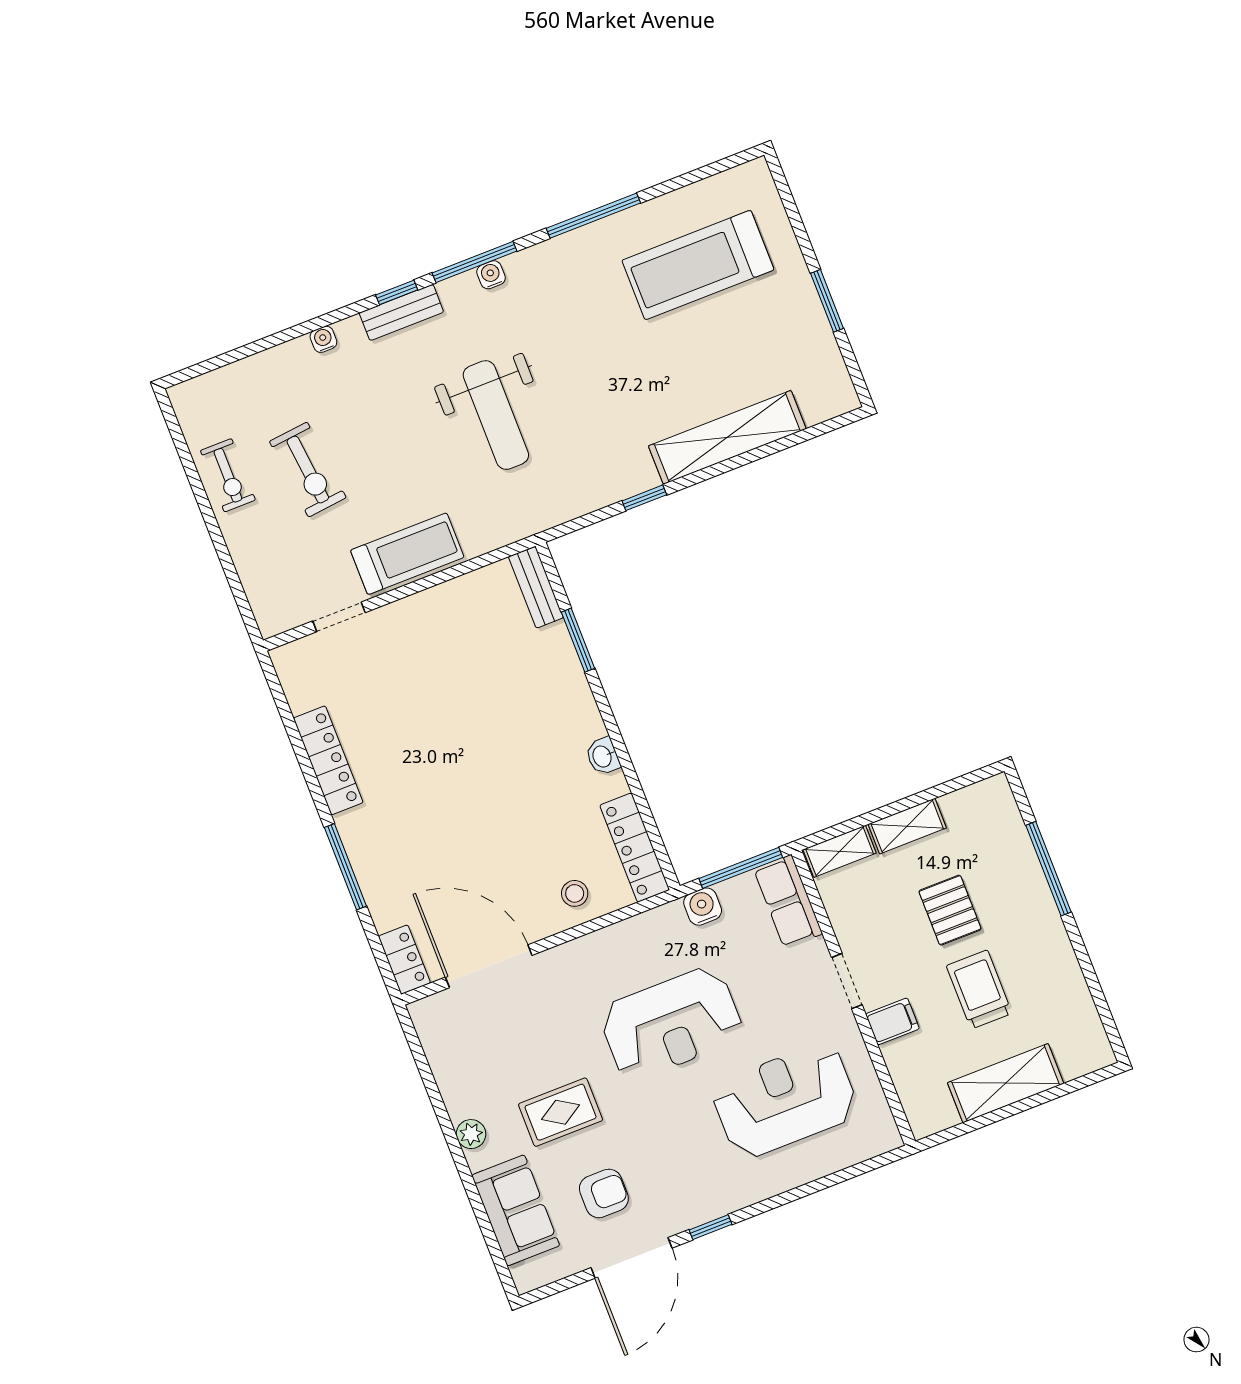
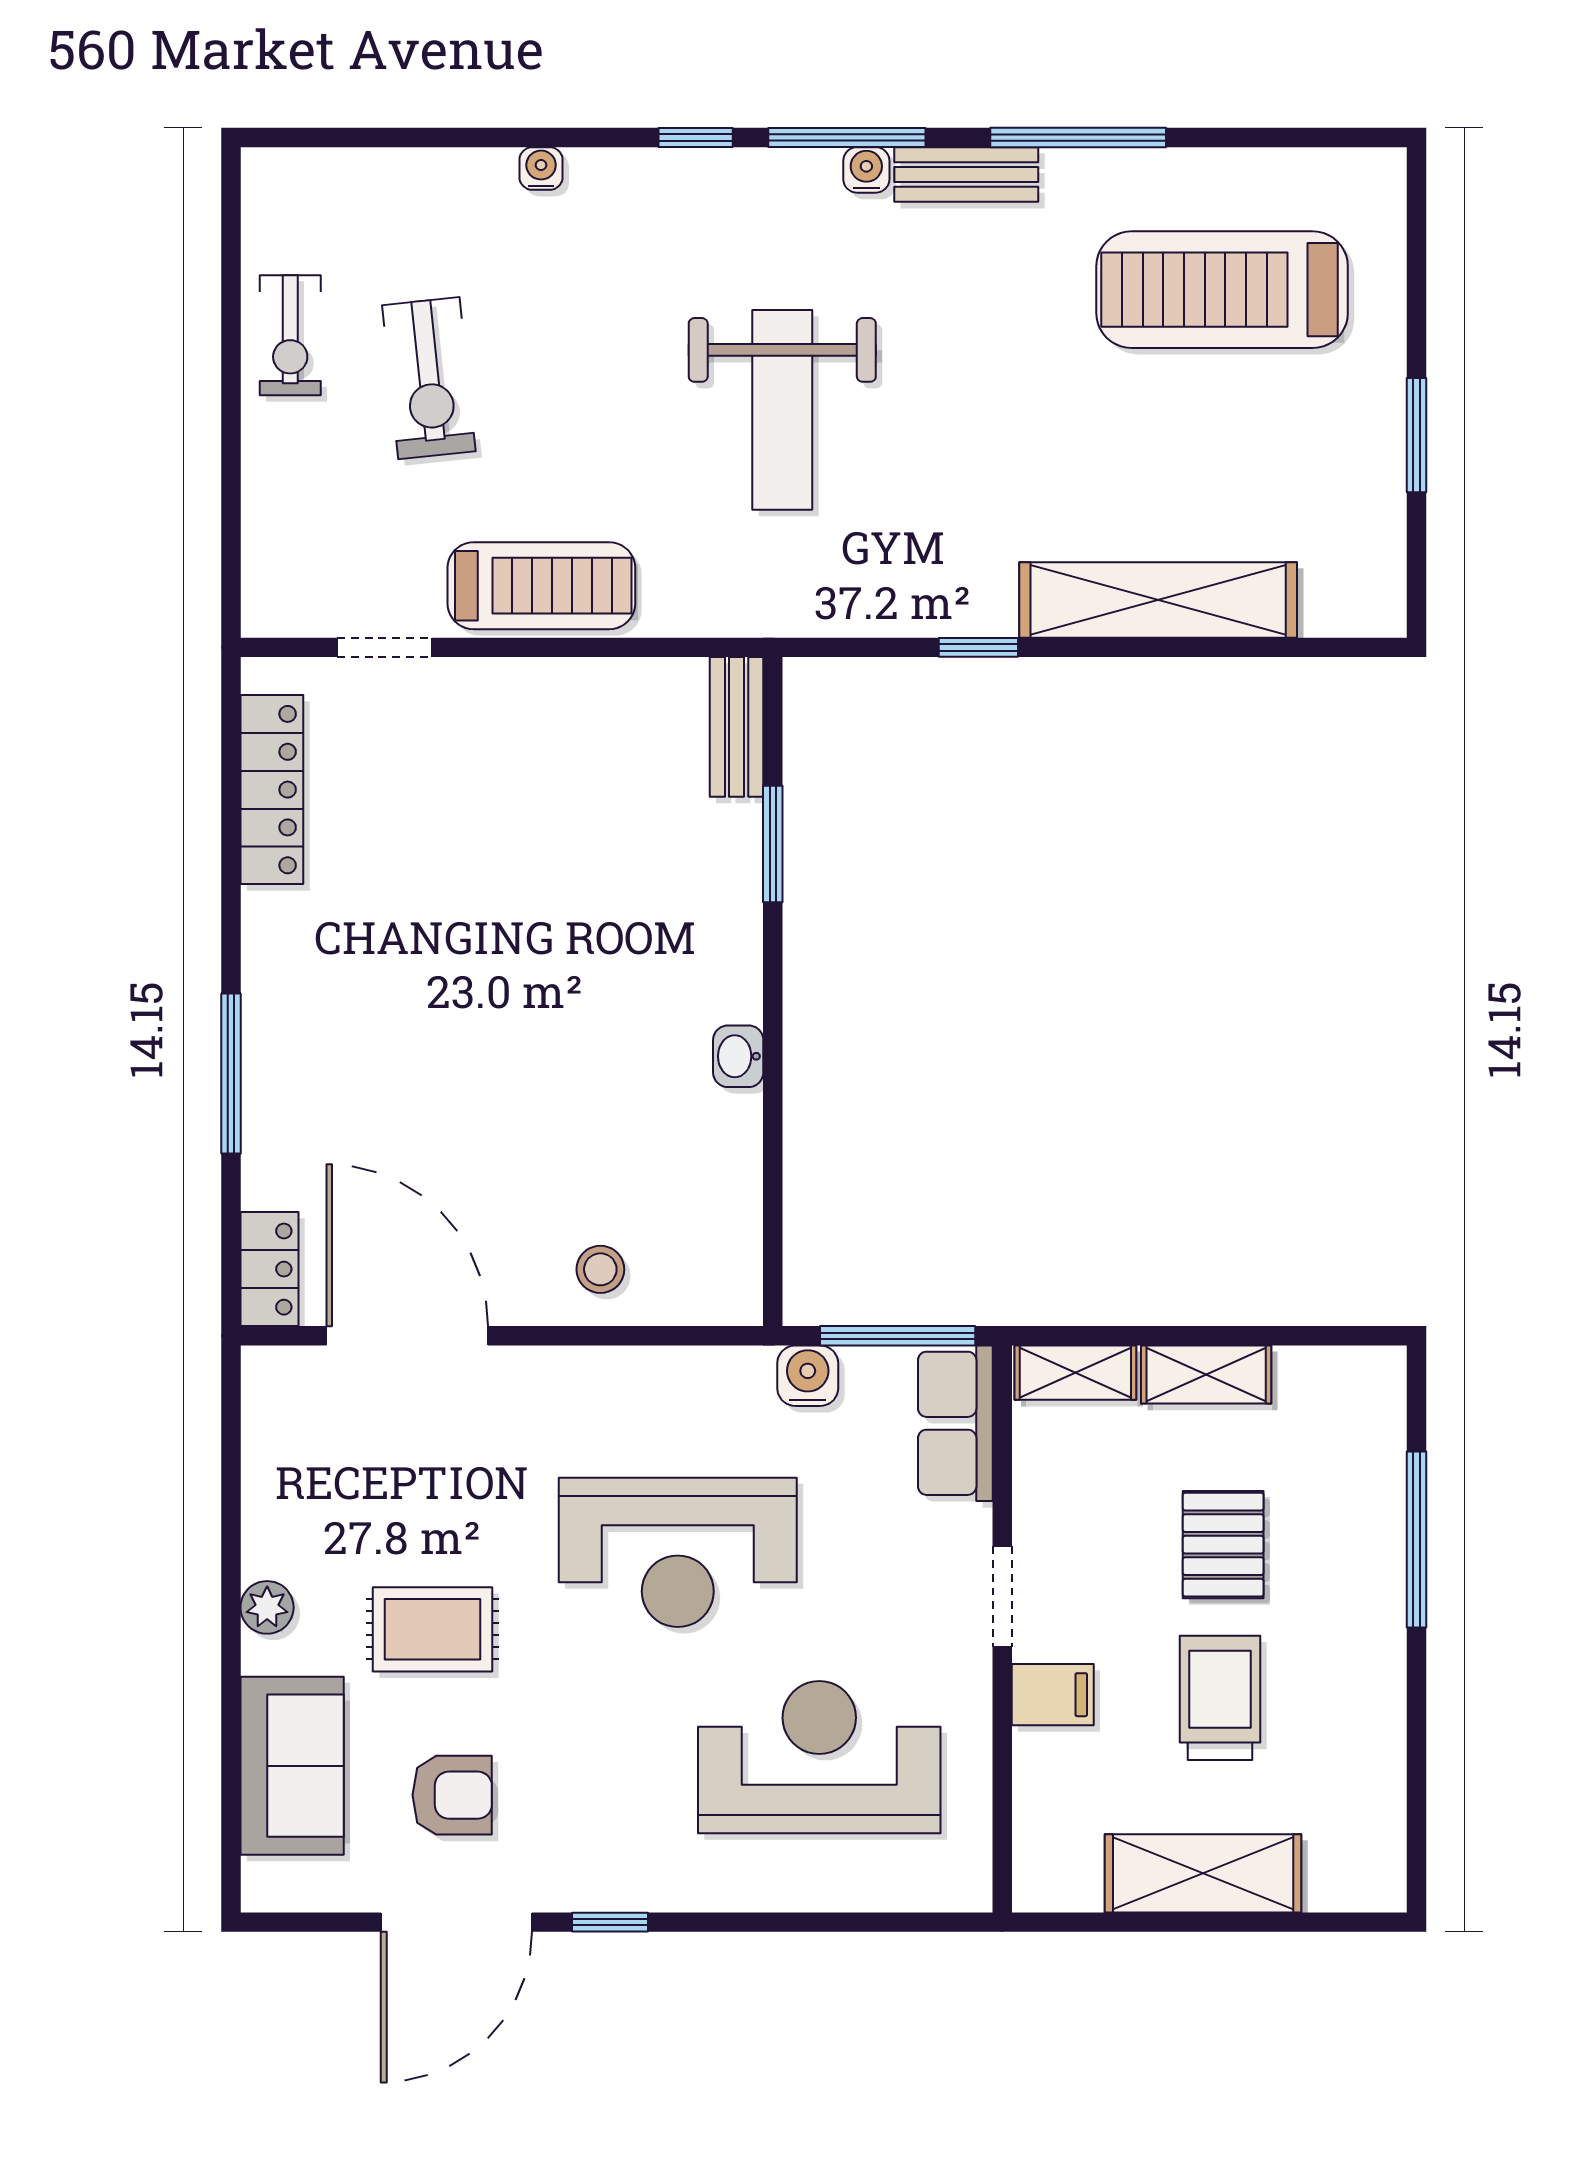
bench: (401, 312) -> (966, 175), moved
locker: (328, 760) -> (272, 790), moved
locker: (635, 848) -> (732, 1231), removed

